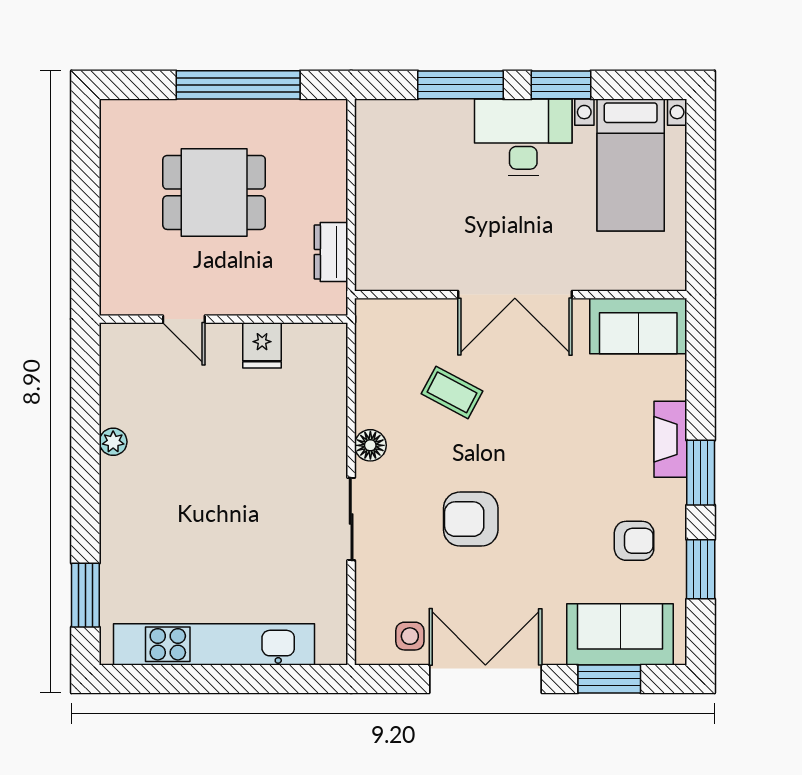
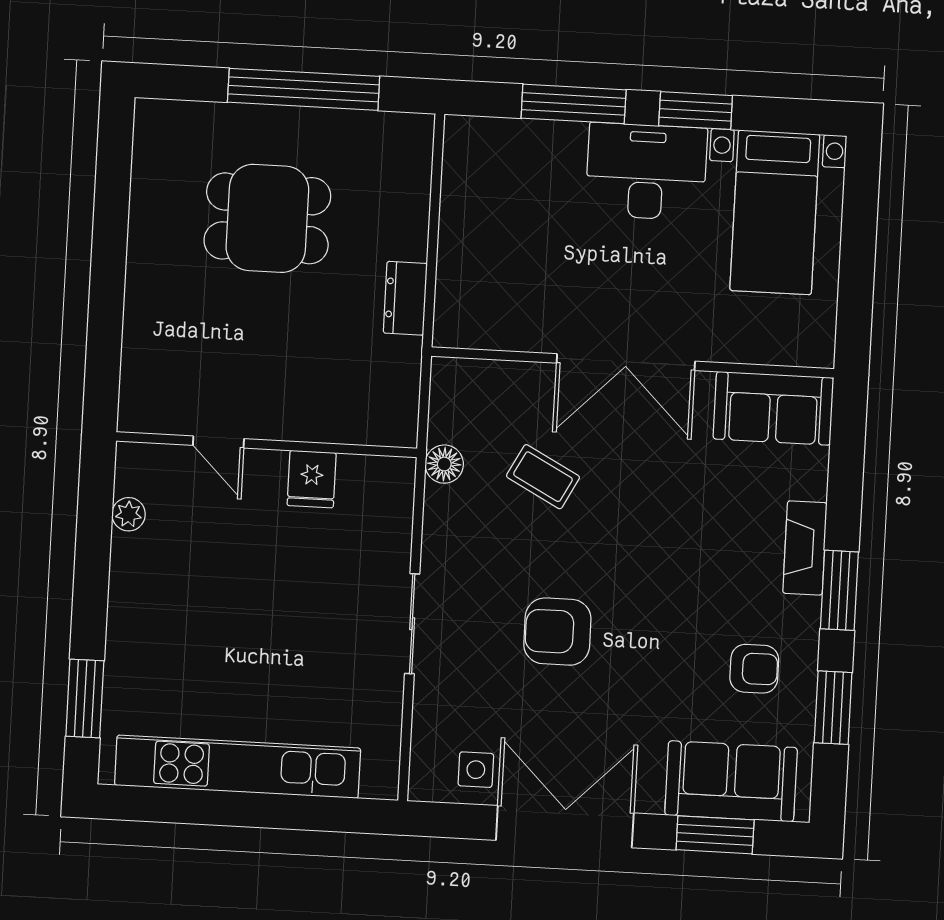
door: (184, 319) -> (218, 442), moved
wall: (224, 319) -> (267, 445), moved
fridge: (262, 345) -> (312, 479), moved
floor lamp: (370, 445) -> (444, 464), moved

